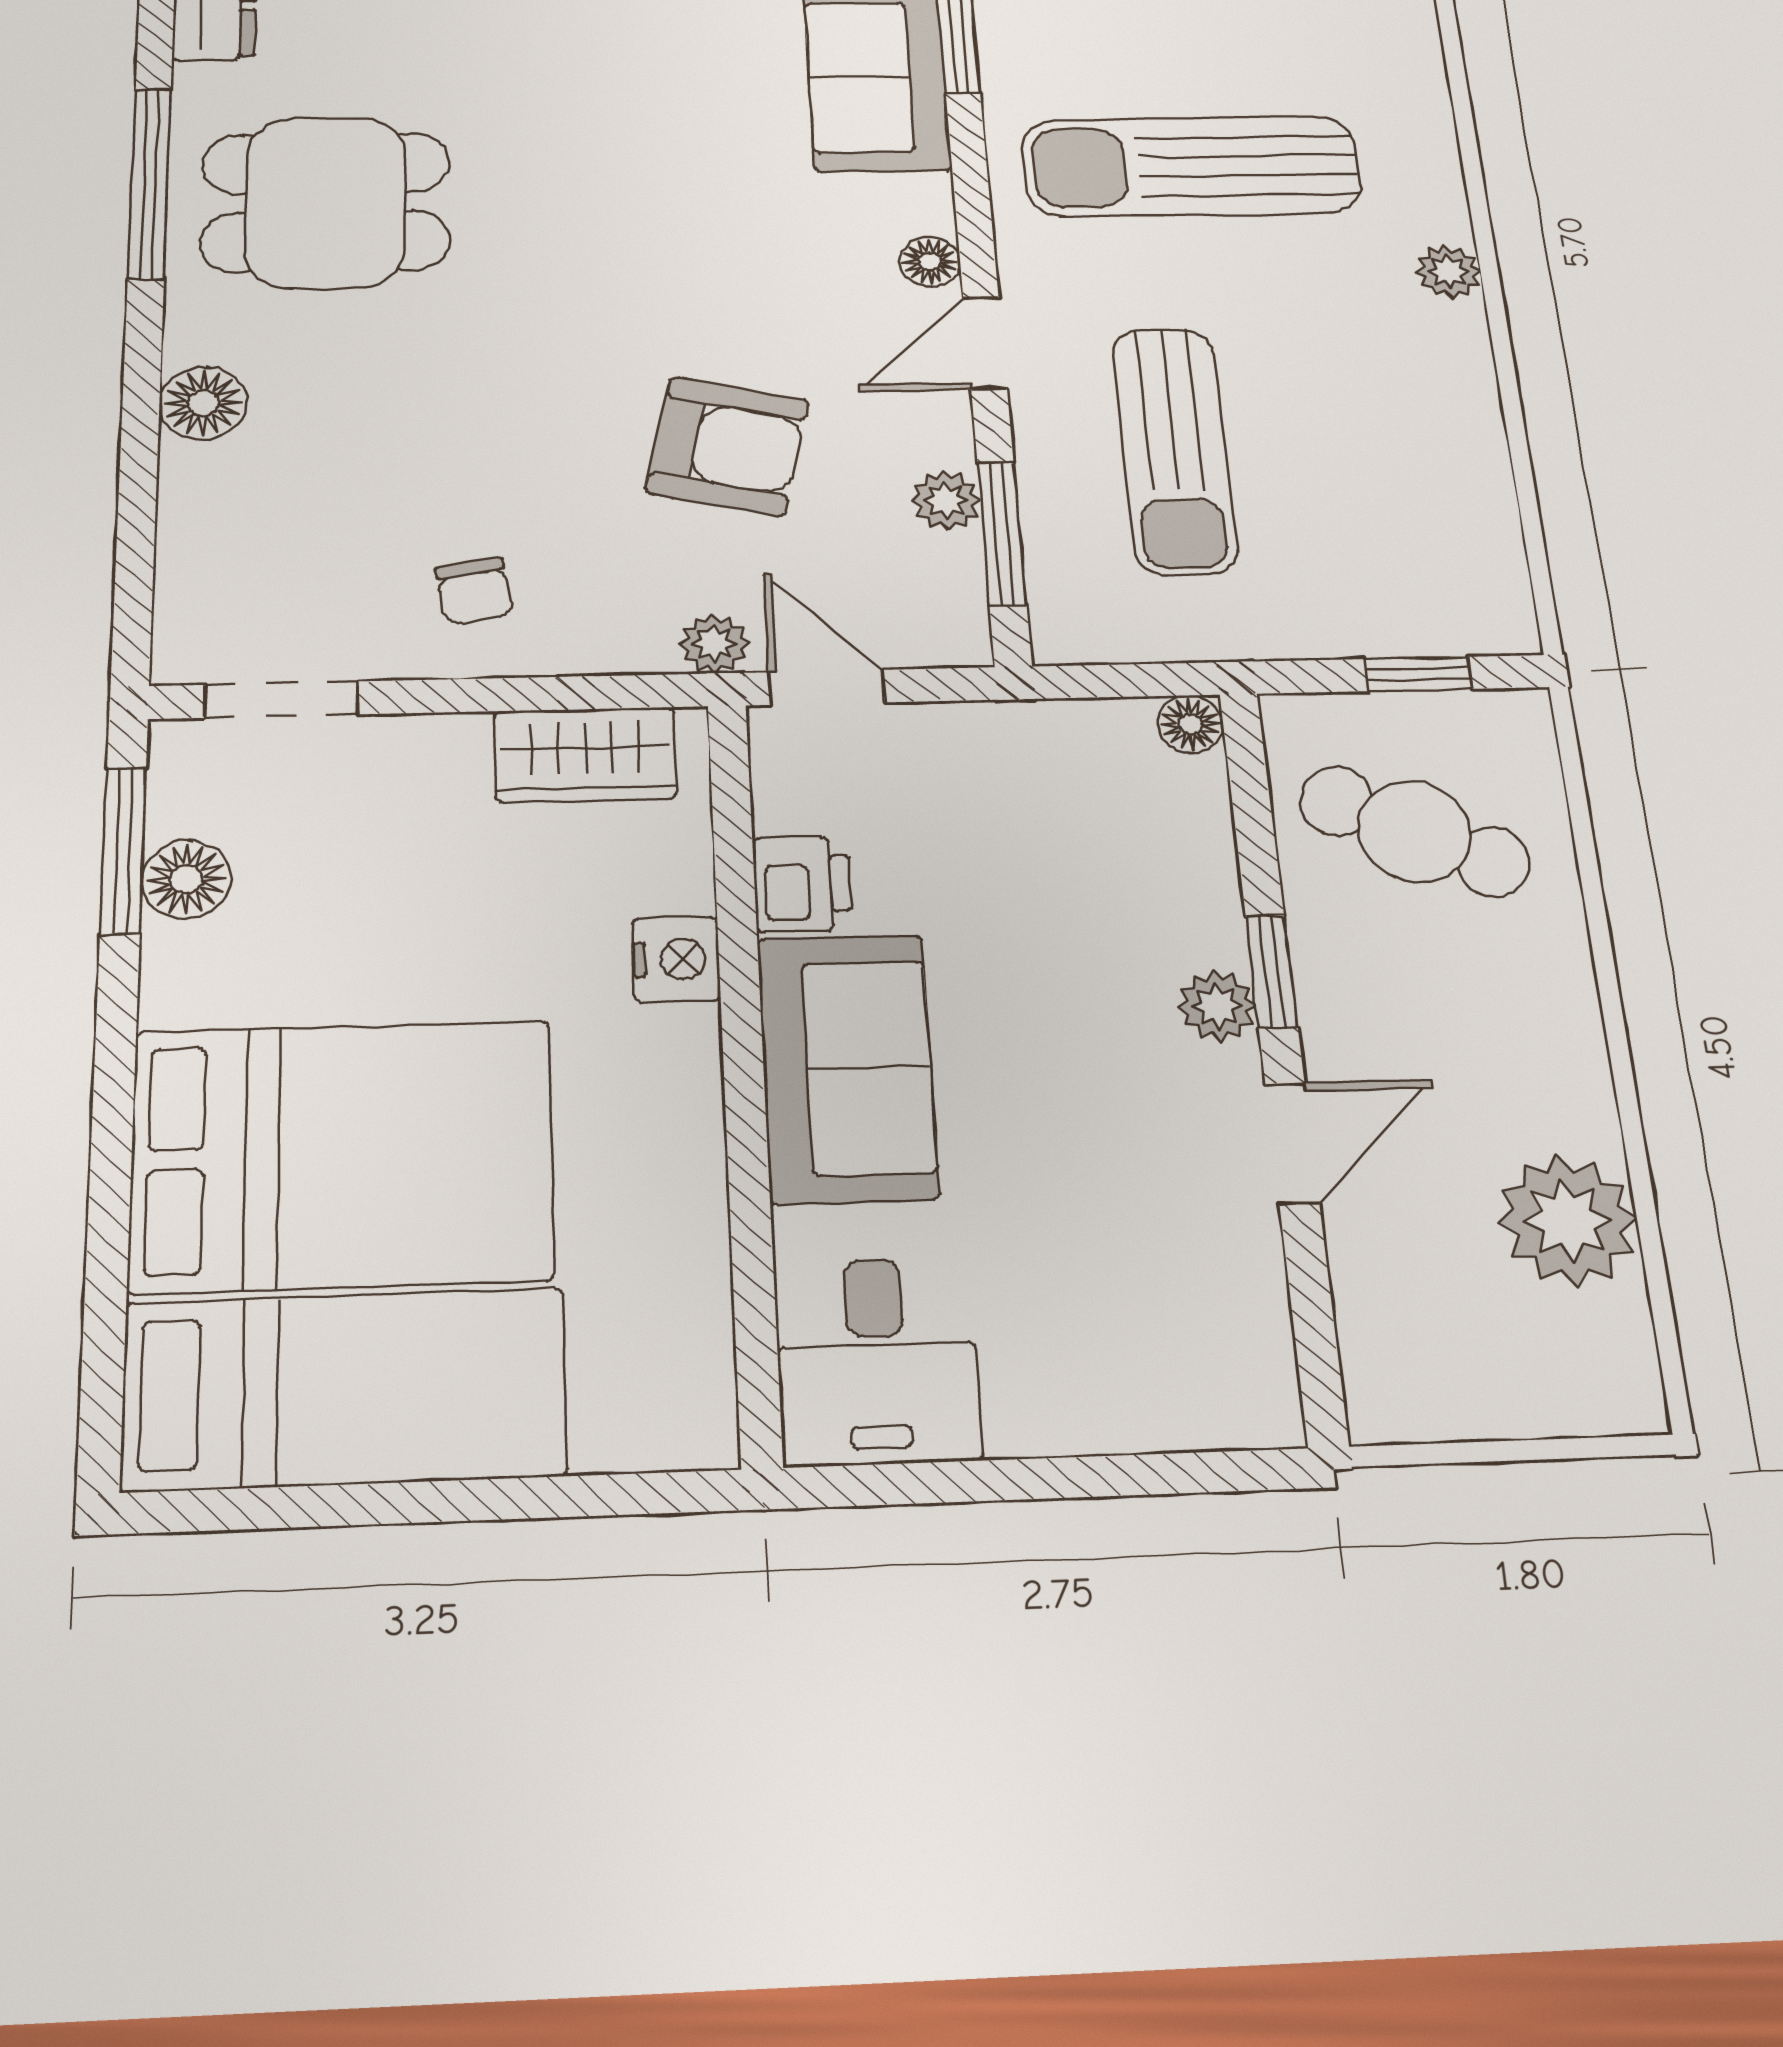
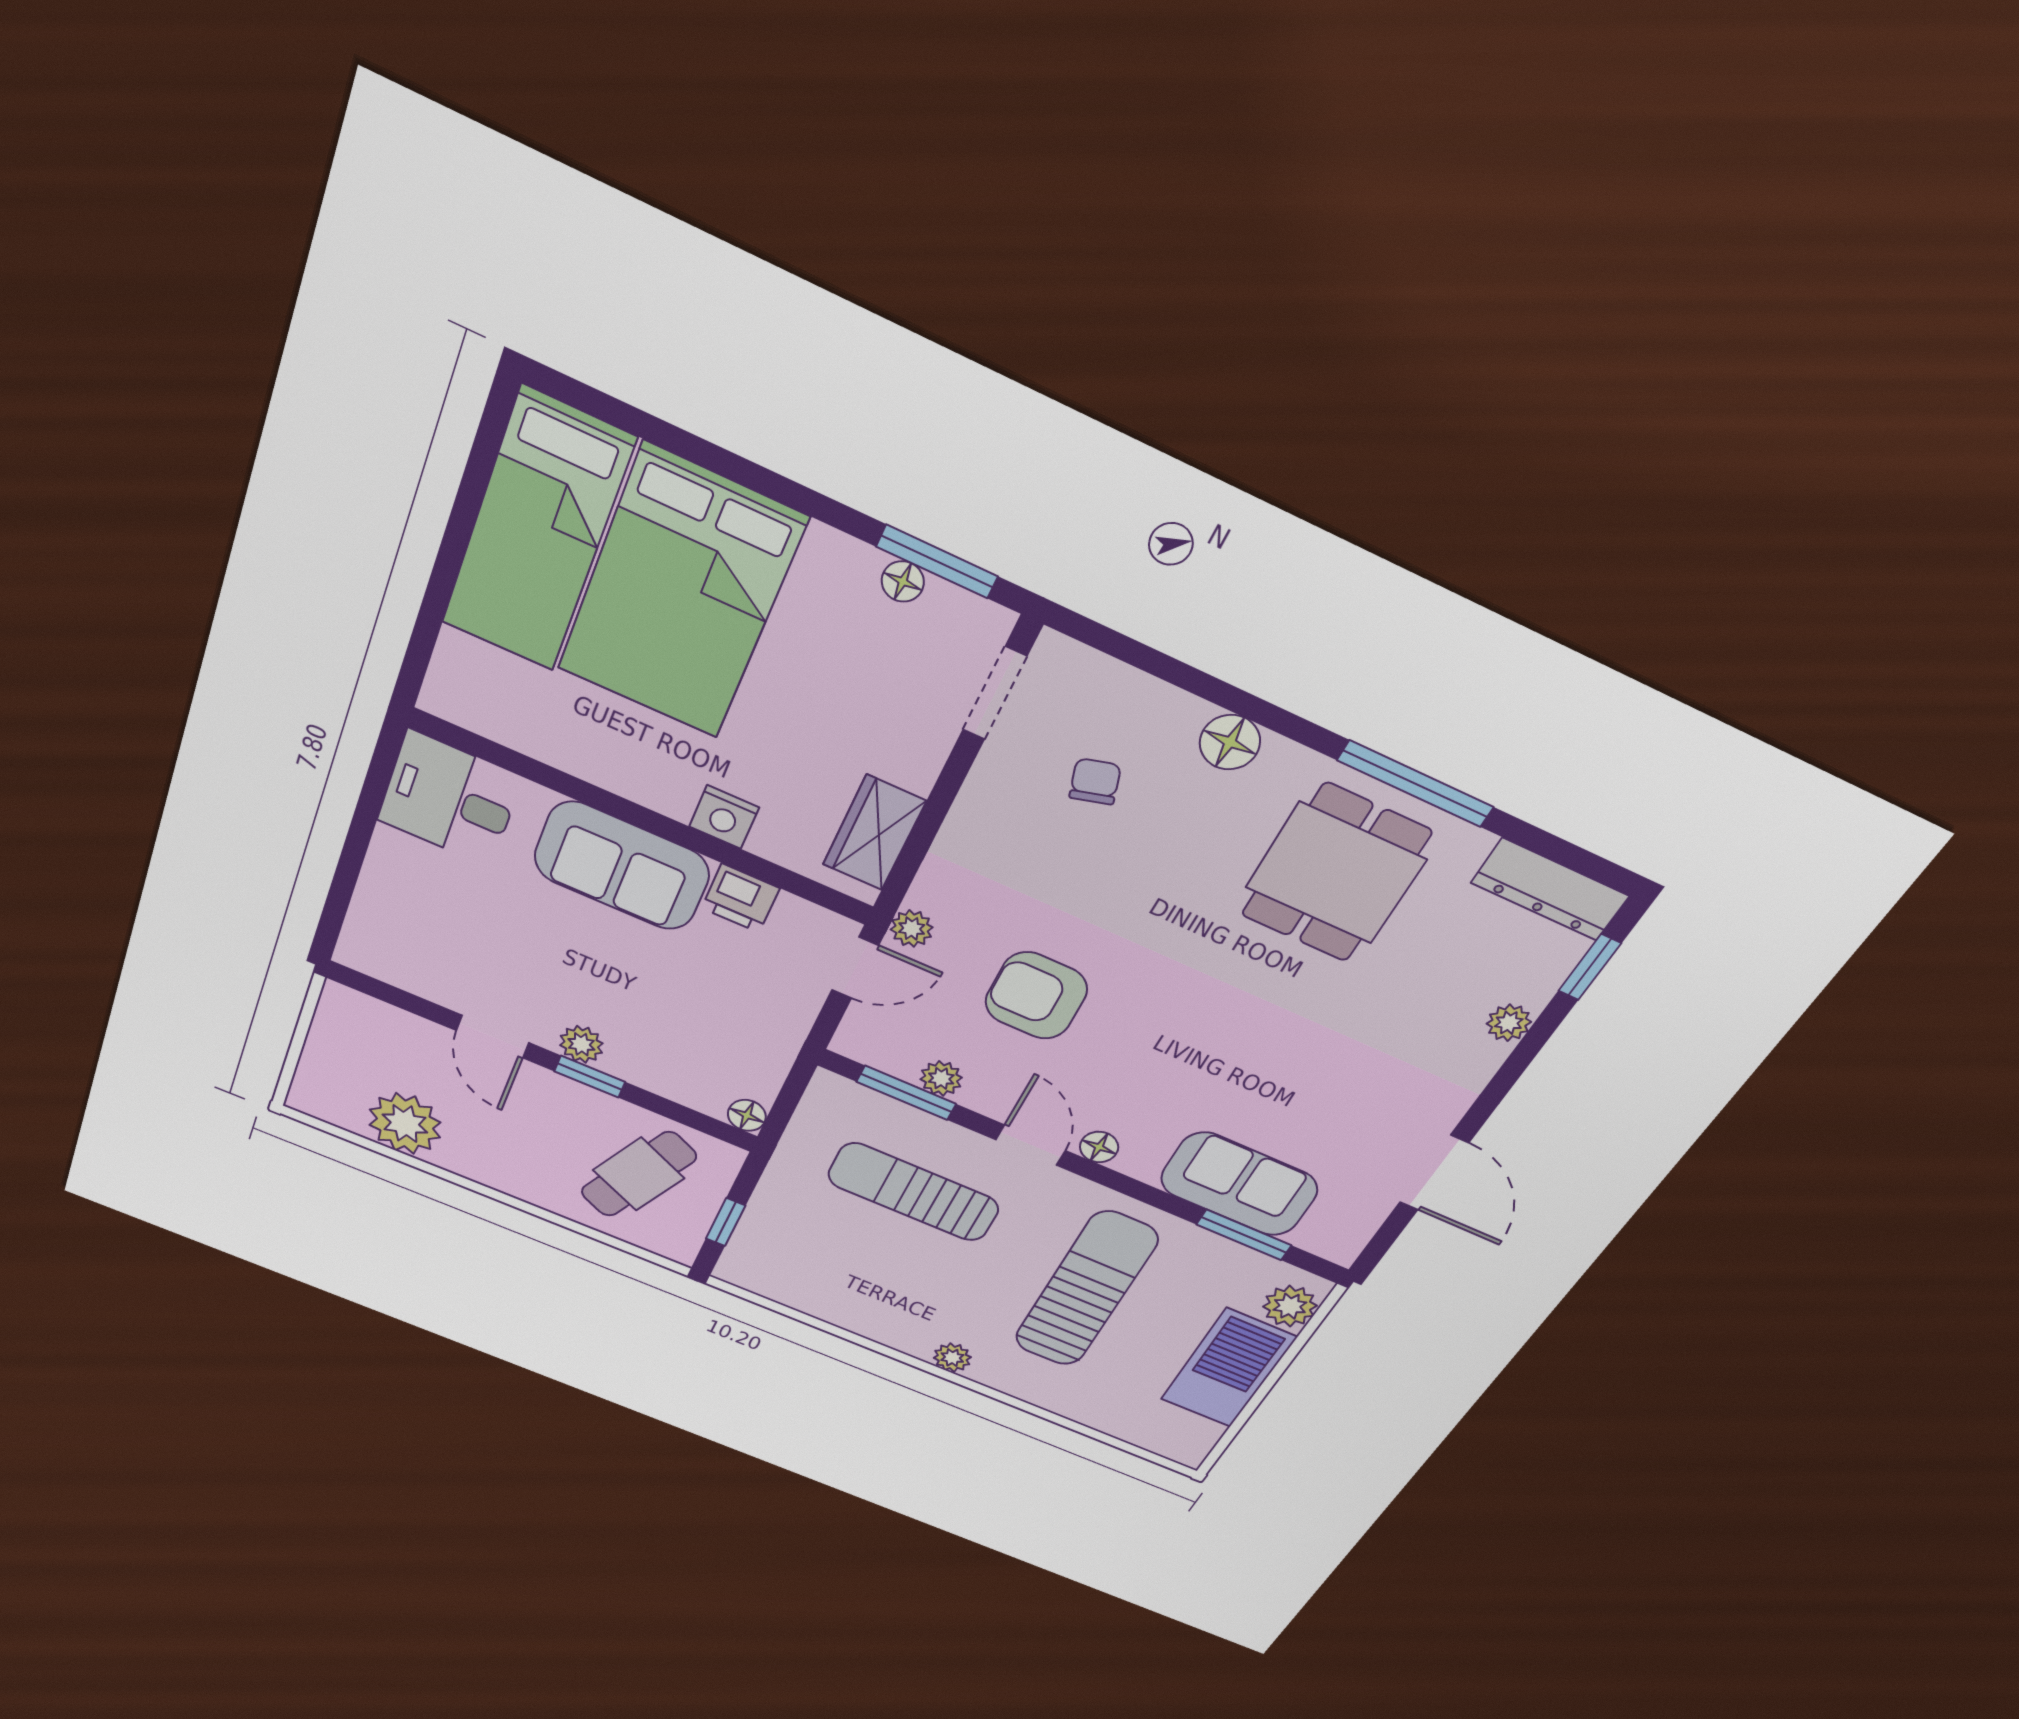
armchair: (727, 446) -> (1036, 996), turned 77
chair: (474, 591) -> (1095, 781), moved, turned 84
floor lamp: (186, 879) -> (903, 581), width x0.73, depth x0.73

